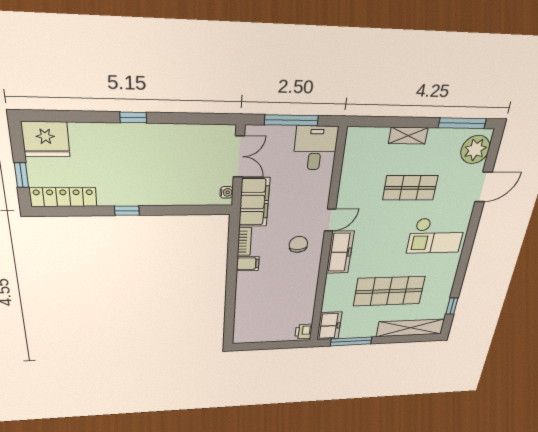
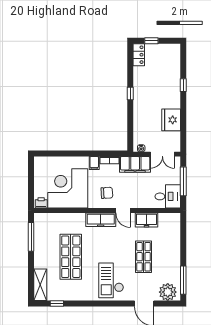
window: (133, 117) -> (183, 85), moved
shelving: (408, 136) -> (176, 249), removed
fridge: (46, 139) -> (171, 120), moved
locker: (63, 197) -> (139, 55), width x0.66
corner desk: (285, 299) -> (68, 188), added
freezer: (329, 326) -> (147, 220), moved
shelving: (410, 328) -> (40, 285), width x0.68

